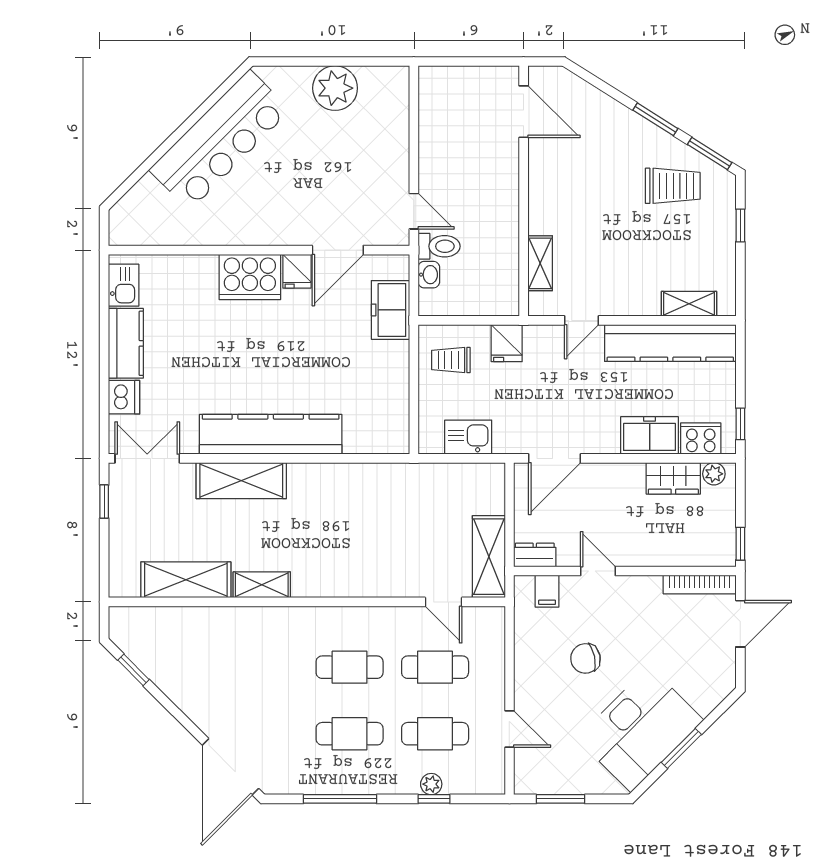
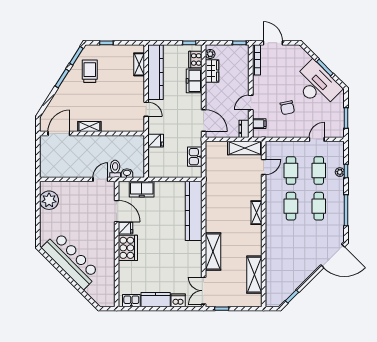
plant: (335, 88) -> (49, 200), moved
shelving: (540, 263) -> (89, 127), moved
trolley: (451, 360) -> (163, 164), removed
kitchen counter: (271, 434) -> (194, 211), moved
shelving: (262, 585) -> (257, 213), moved

